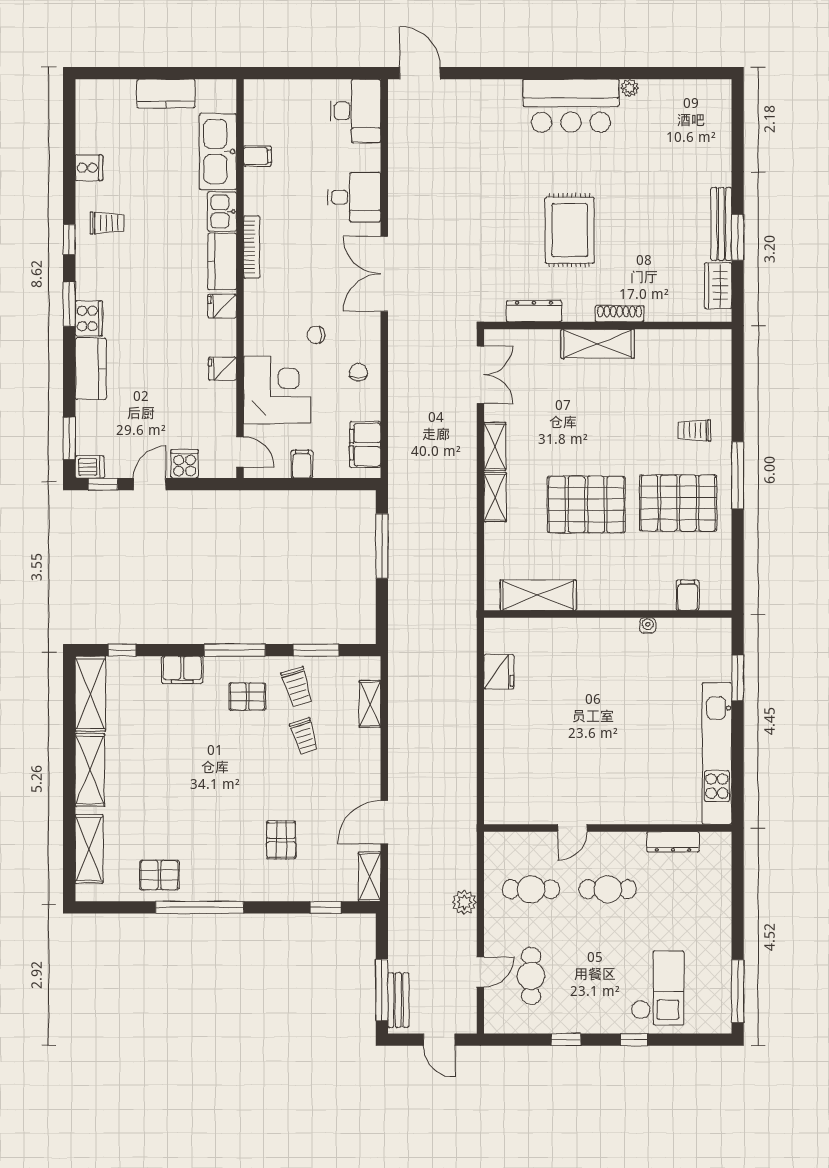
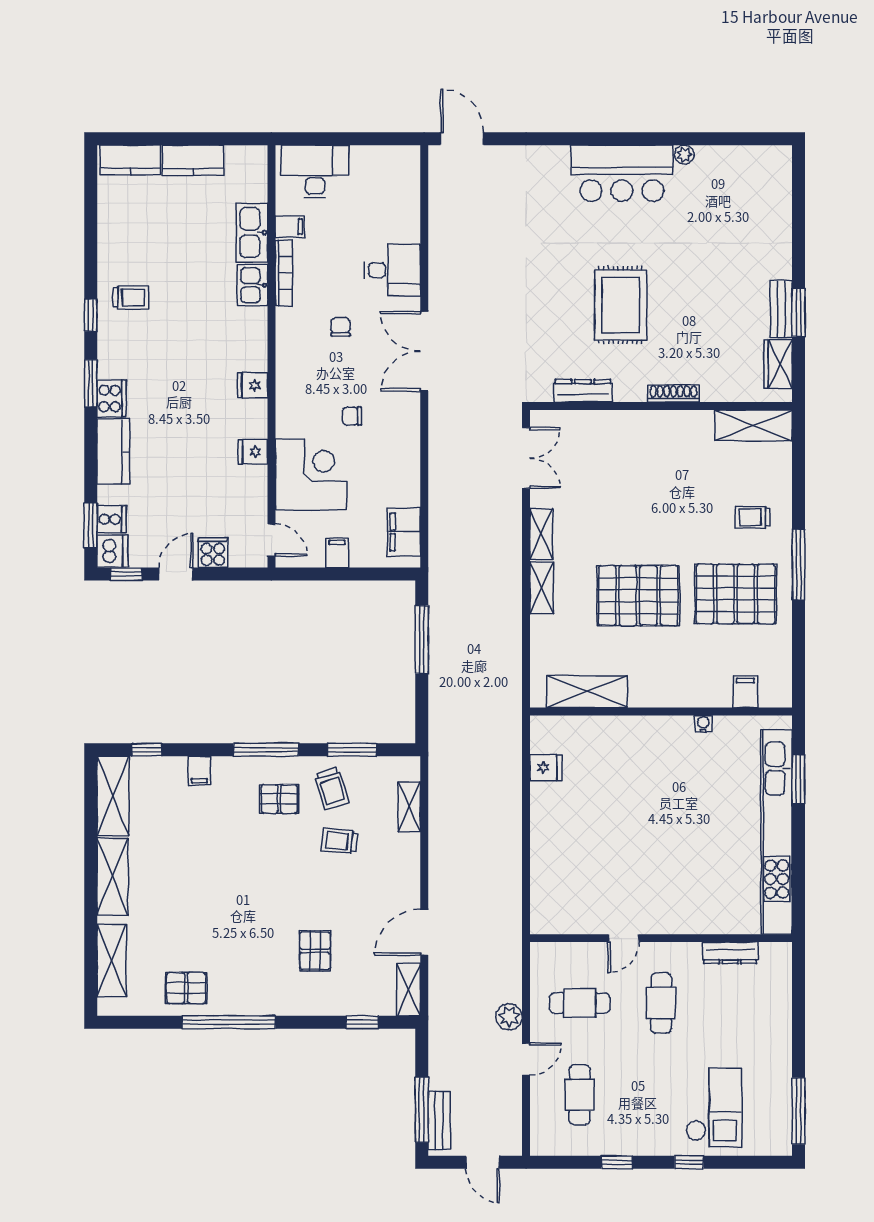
desk: (356, 111) -> (315, 172), moved, turned -90
kitchen sink: (218, 151) -> (252, 233), width x0.73, depth x0.81
cooker: (89, 168) -> (111, 519), moved
bench: (721, 224) -> (781, 309), width x0.73
bookcase: (252, 247) -> (284, 273), moved
kitchen counter: (222, 262) -> (130, 160), moved, turned -90
shelving: (598, 344) -> (753, 425), moved
chair: (358, 372) -> (340, 327), moved
dishwasher: (90, 467) -> (112, 551), width x1.38
filing cabinet: (182, 670) -> (199, 771), width x0.50
fridge: (499, 672) -> (546, 768), width x0.72
trolley: (304, 736) -> (340, 841), turned 114
kitchen unit: (717, 753) -> (777, 832), width x1.36
cafe table: (608, 889) -> (661, 1003), turned 90
door: (480, 972) -> (526, 1059), moved

